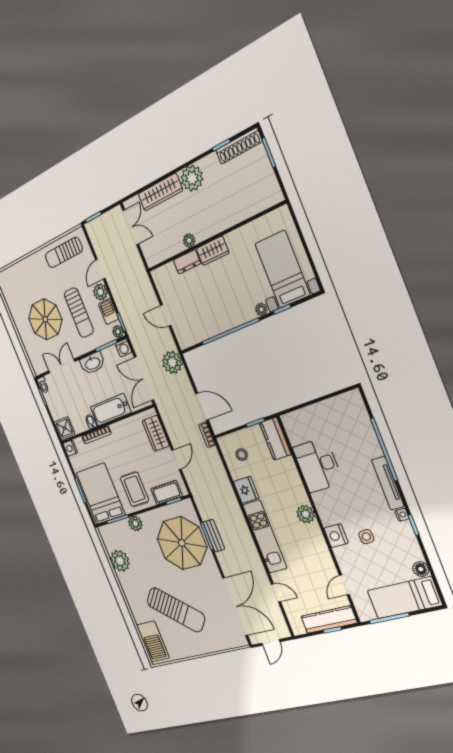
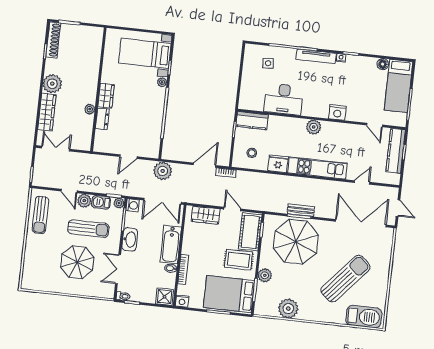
cot: (167, 492) -> (250, 232), width x1.37, depth x1.34
side table: (366, 537) -> (268, 63), moved

